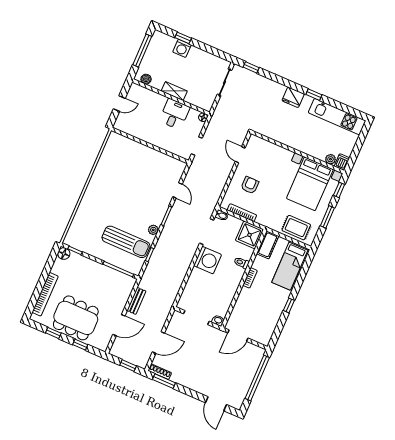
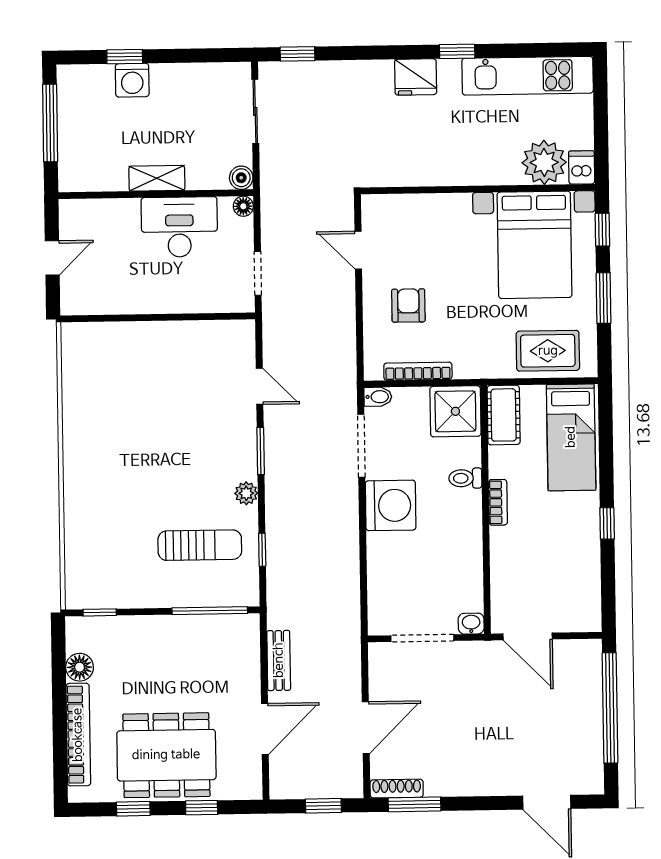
boiler: (146, 79) -> (241, 178), moved
desk: (174, 114) -> (179, 227), width x1.37
plant: (330, 159) -> (544, 162), width x1.87, depth x1.87
sun lounger: (126, 242) -> (200, 545), width x0.73, depth x0.75
floor lamp: (64, 254) -> (80, 667), moved
door: (238, 336) -> (528, 636), hinge flipped

